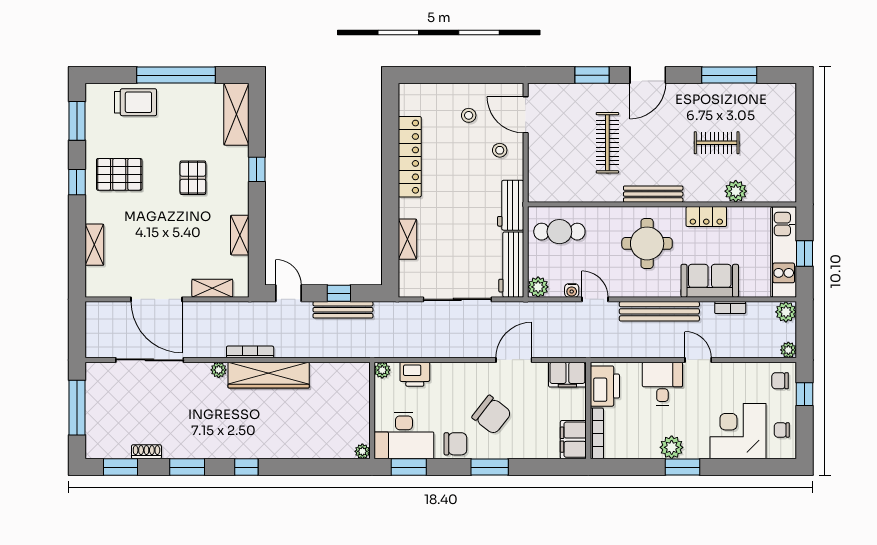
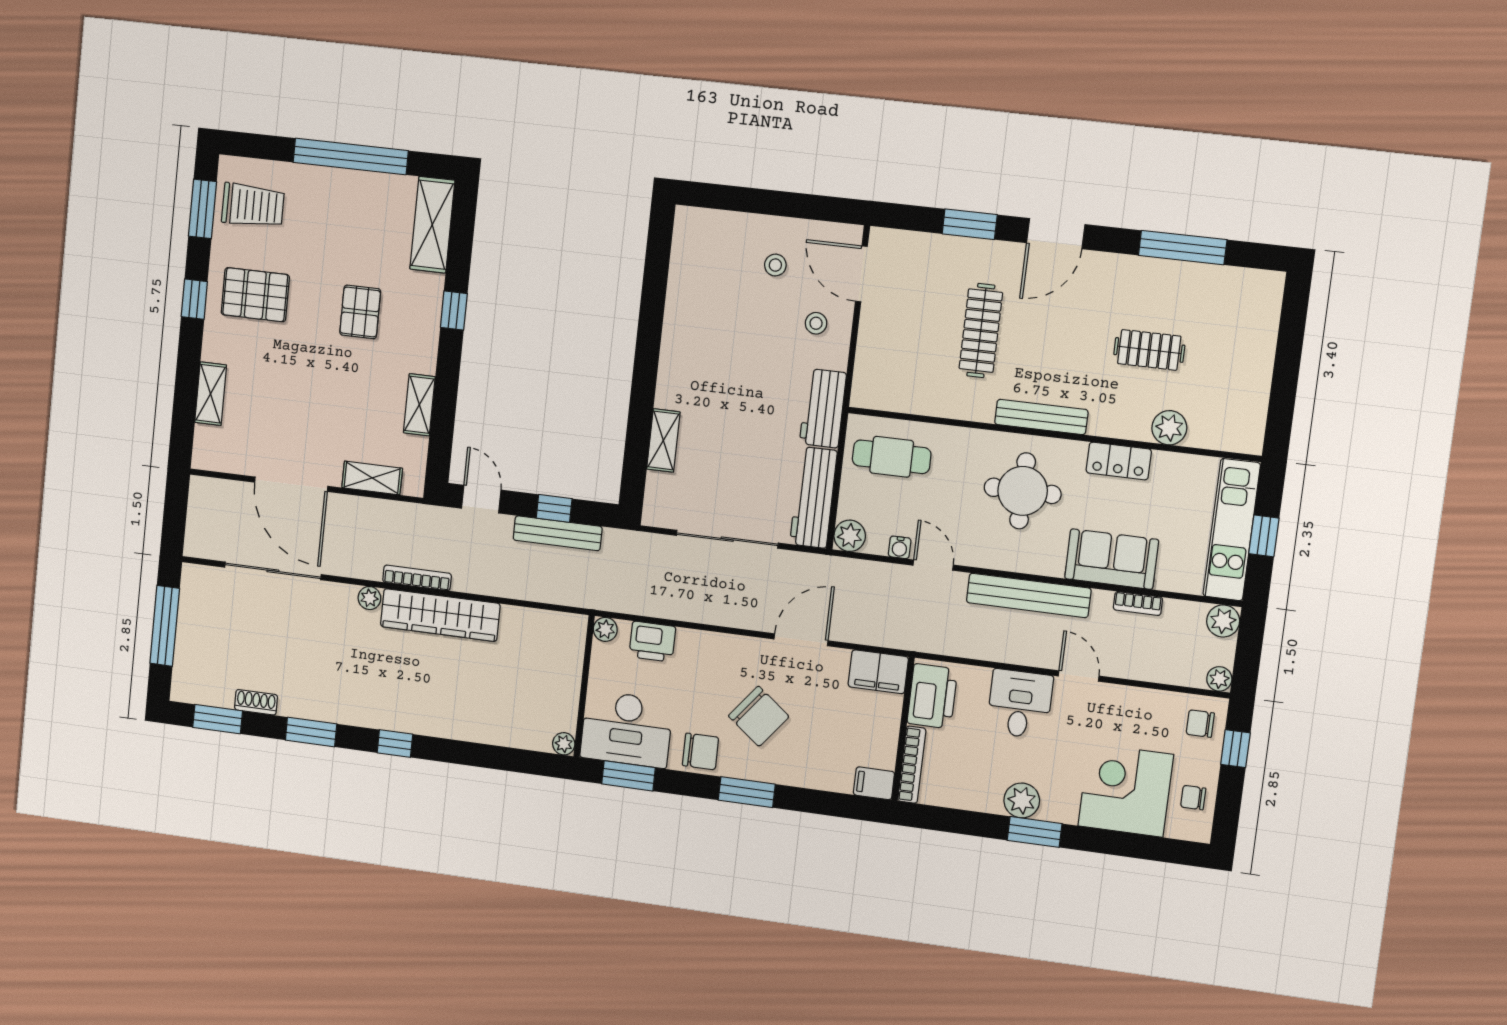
trolley: (136, 102) -> (253, 205), moved
locker: (410, 157) -> (680, 317), removed
filing cabinet: (573, 440) -> (874, 783), width x0.50

